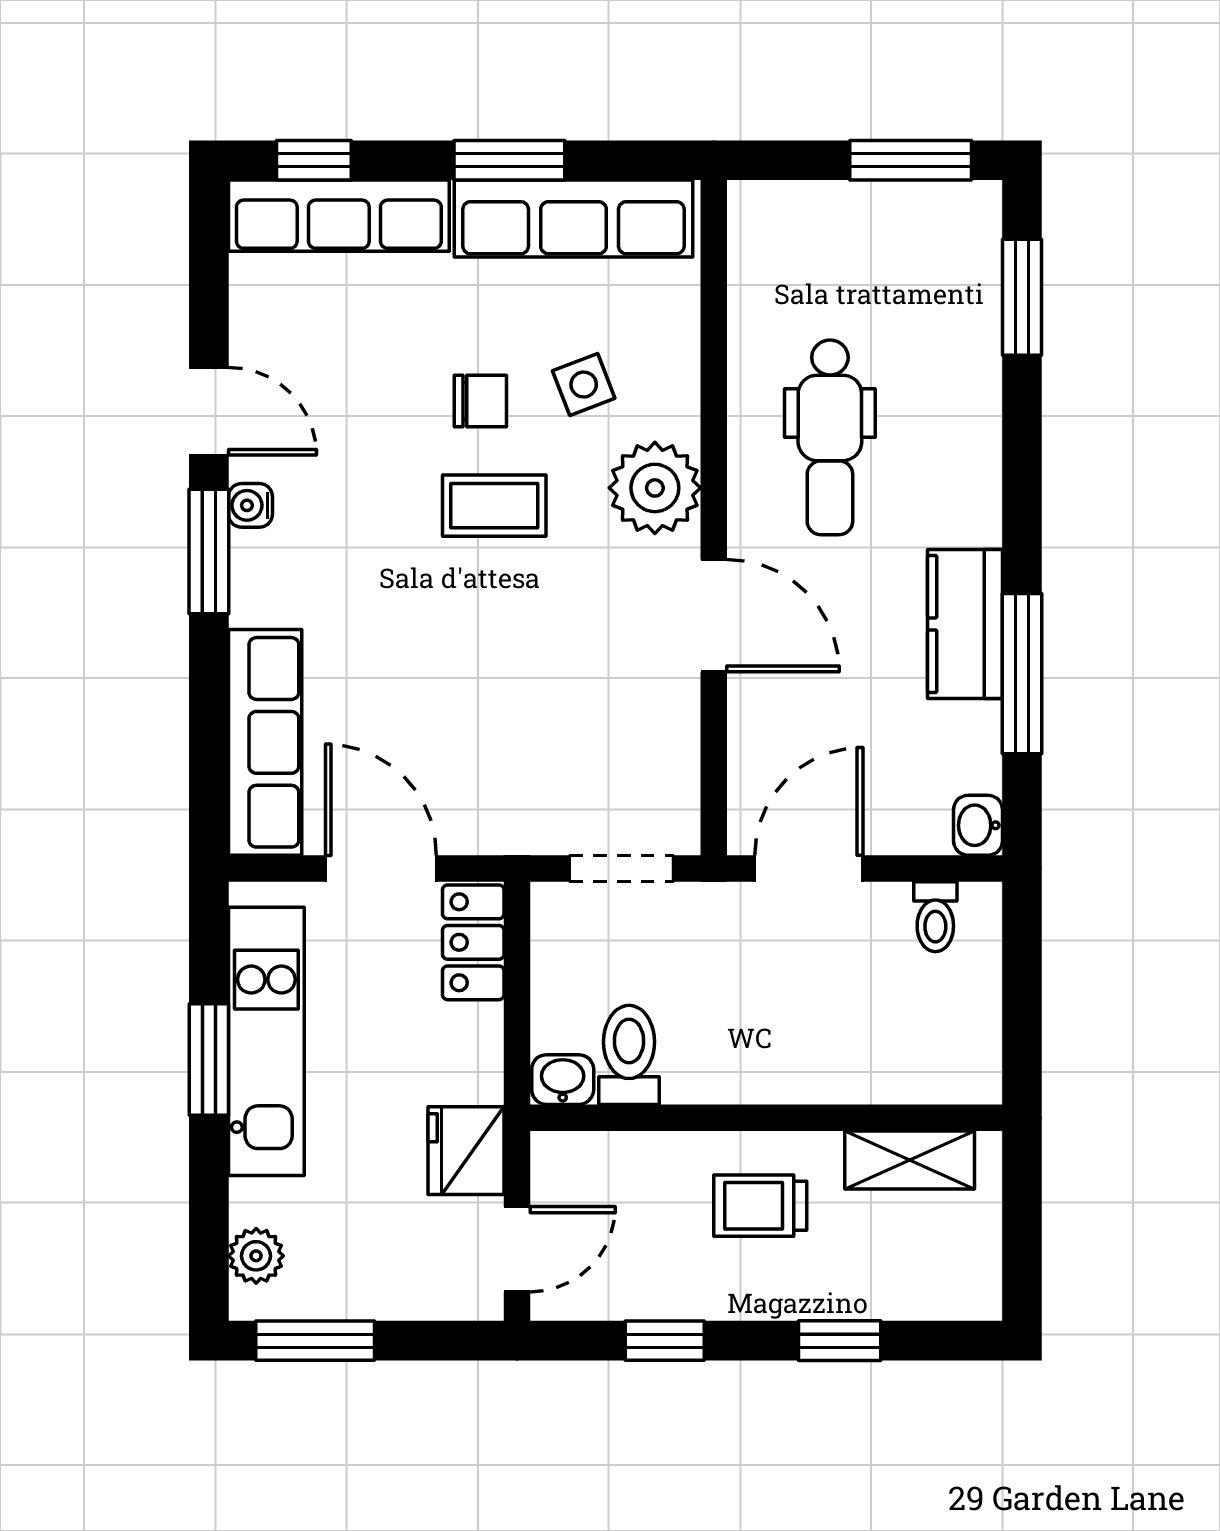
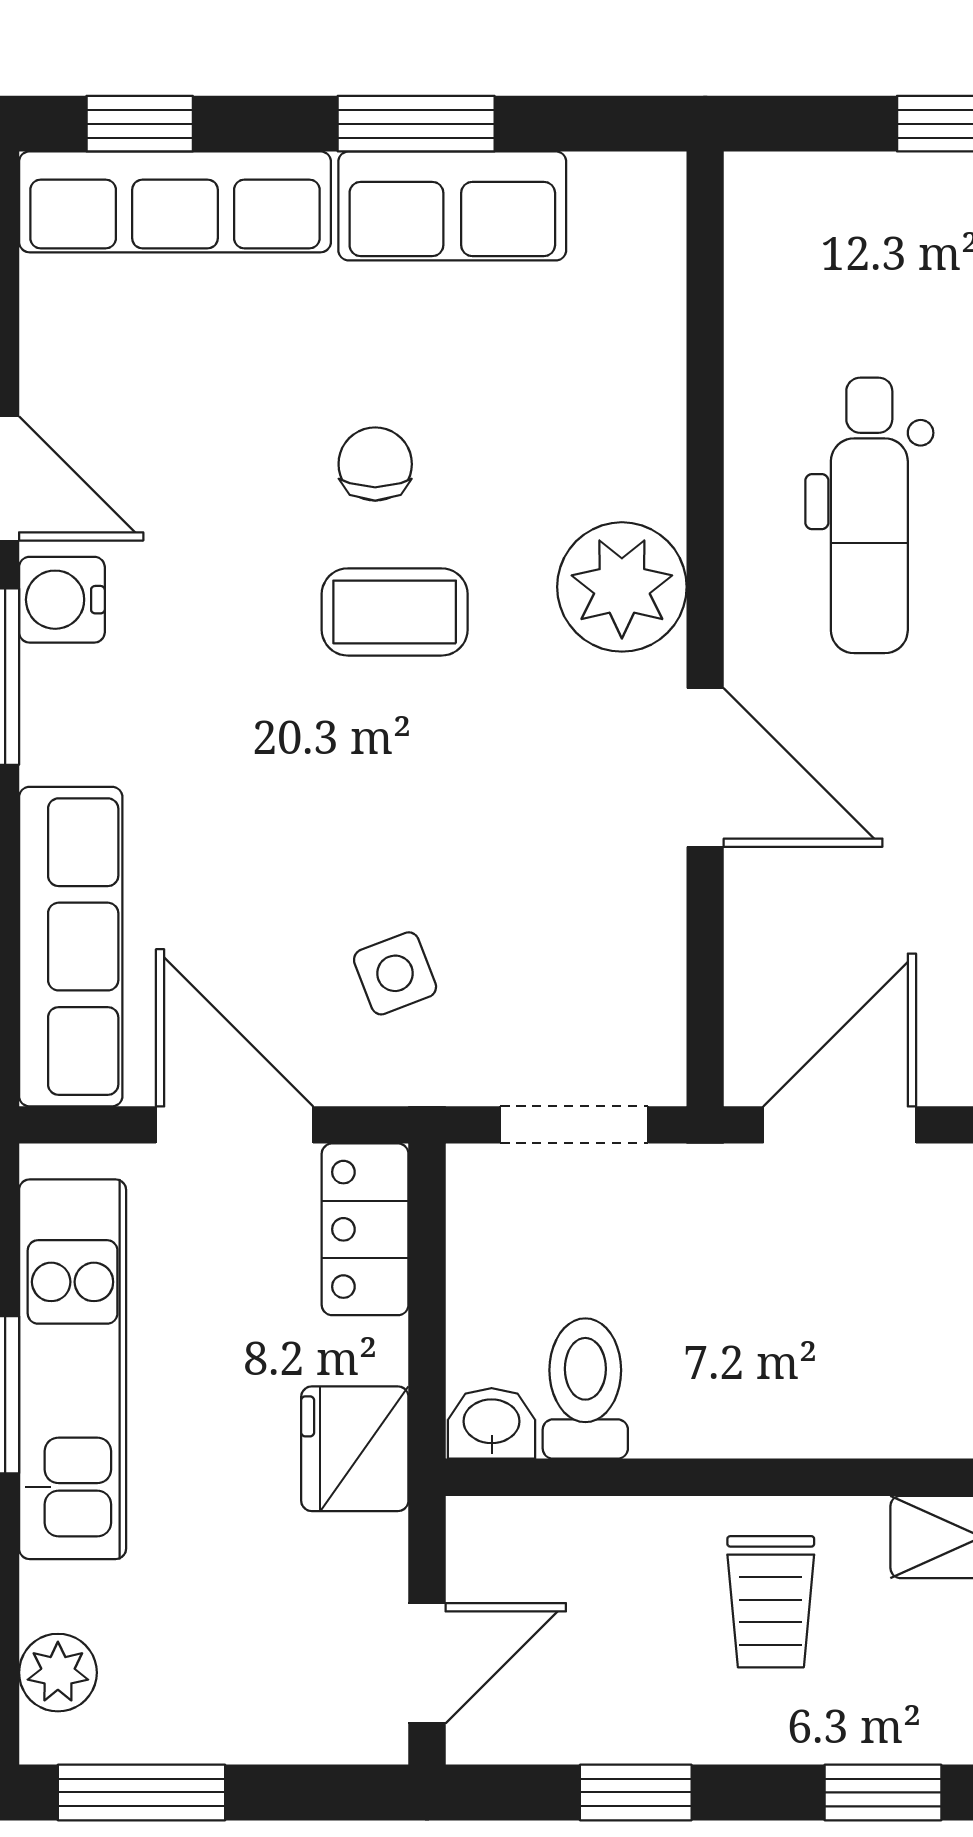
row of seats: (573, 218) -> (452, 206), width x0.68
side table: (584, 385) -> (395, 973), moved
chair: (480, 401) -> (375, 464), turned -90
water cooler: (250, 505) -> (62, 600), width x1.38, depth x1.38
fridge: (466, 1151) -> (355, 1449), moved
trolley: (760, 1206) -> (771, 1602), turned -90

